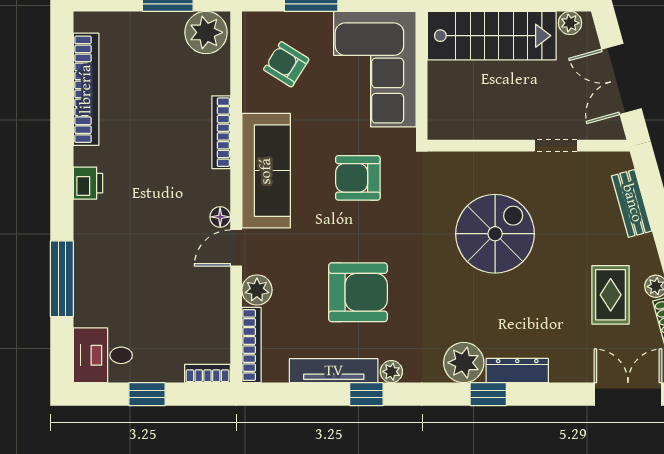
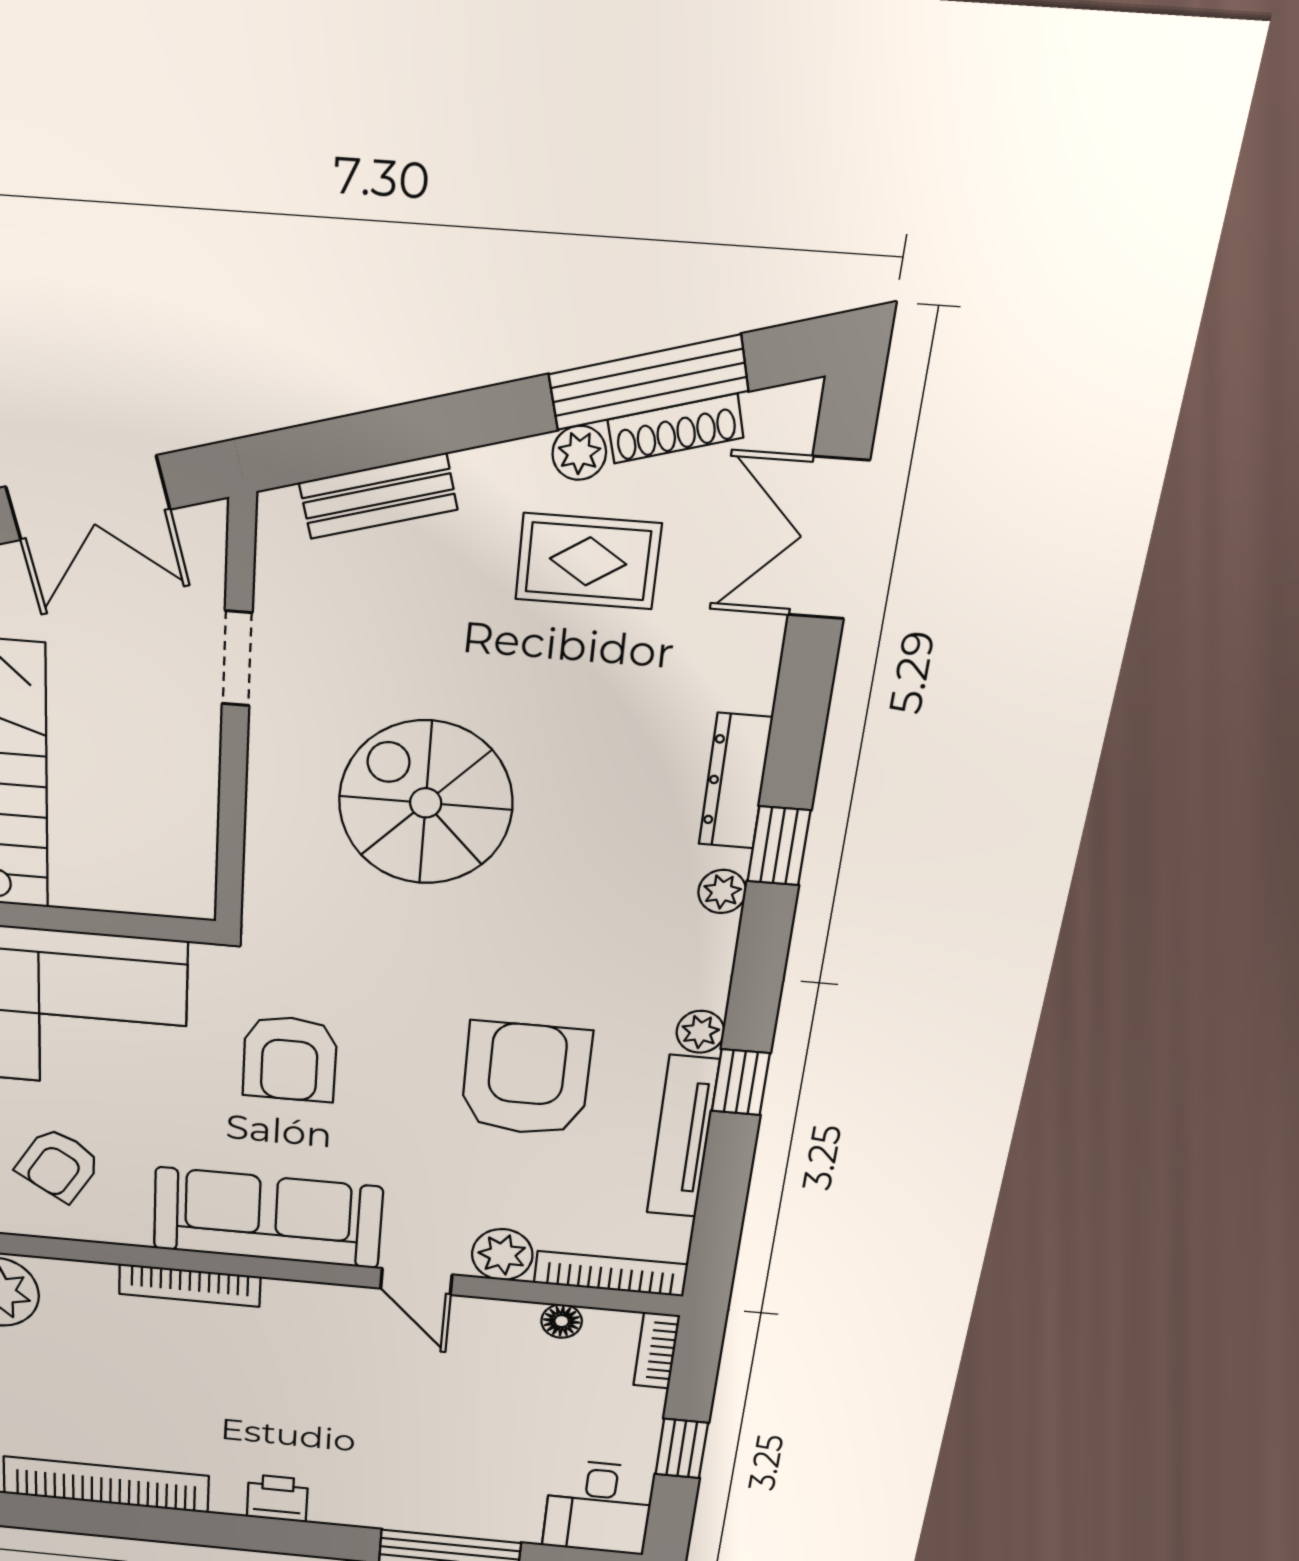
floor lamp: (220, 217) -> (562, 1321), moved
plant: (464, 363) -> (722, 892), width x0.53, depth x0.53

